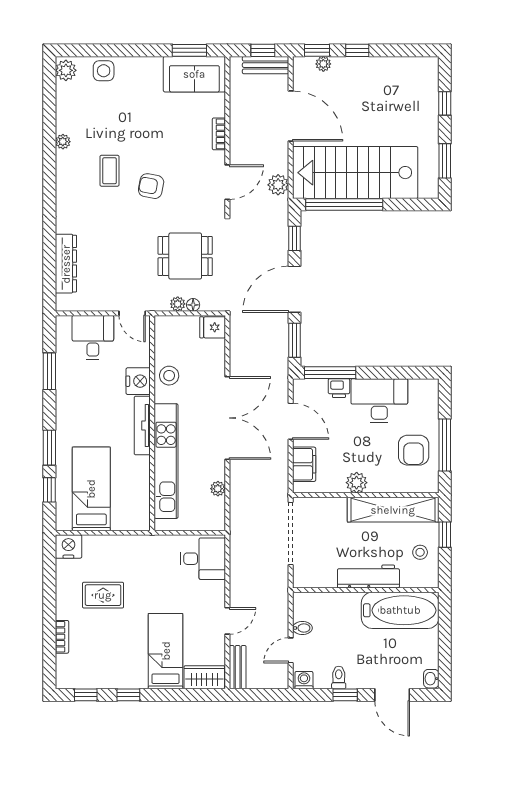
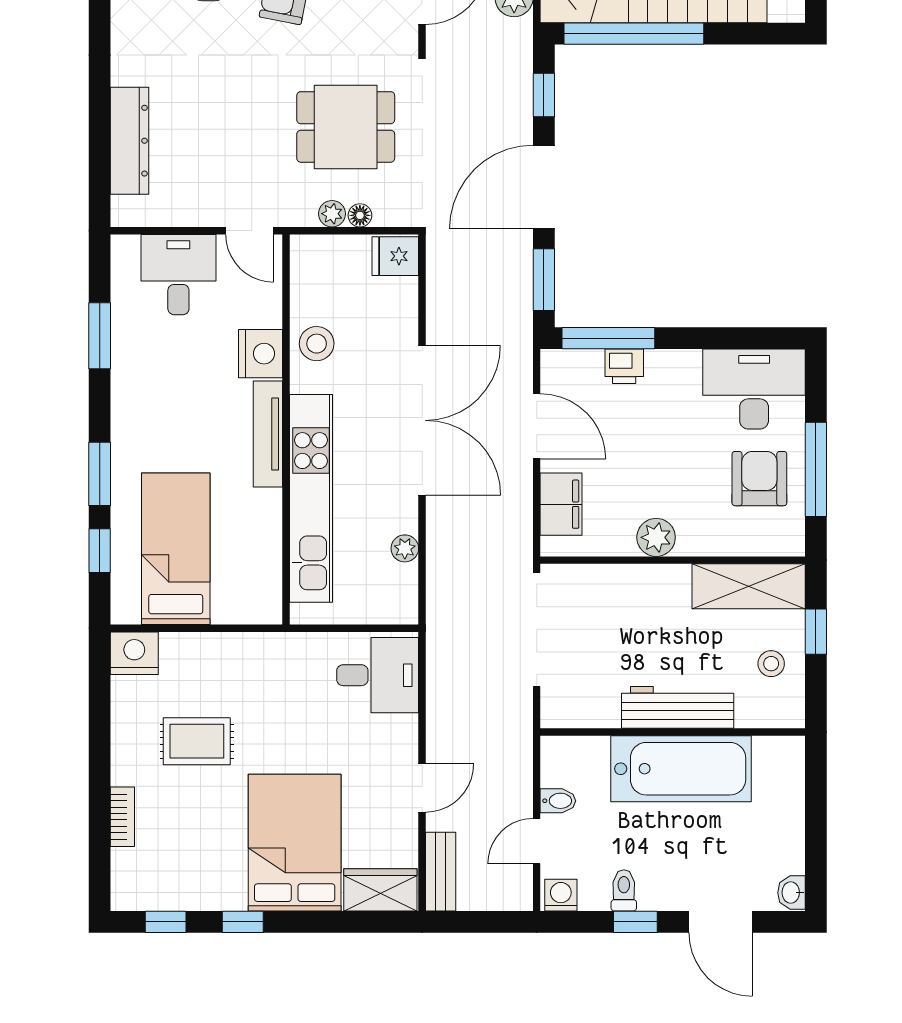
desk: (379, 401) -> (754, 389), moved
armchair: (414, 450) -> (759, 479), turned 180
shelving: (393, 510) -> (749, 586), width x0.68
bathtub: (400, 610) -> (681, 769), moved
bed: (166, 651) -> (295, 843), width x1.50

